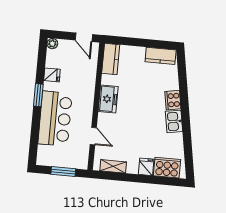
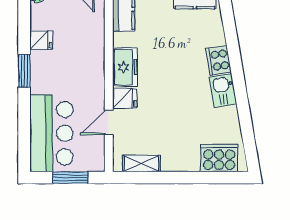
bar counter: (55, 119) -> (51, 133), moved
door: (93, 136) -> (109, 123), swing flipped
fridge: (146, 167) -> (125, 98), moved, turned 90

